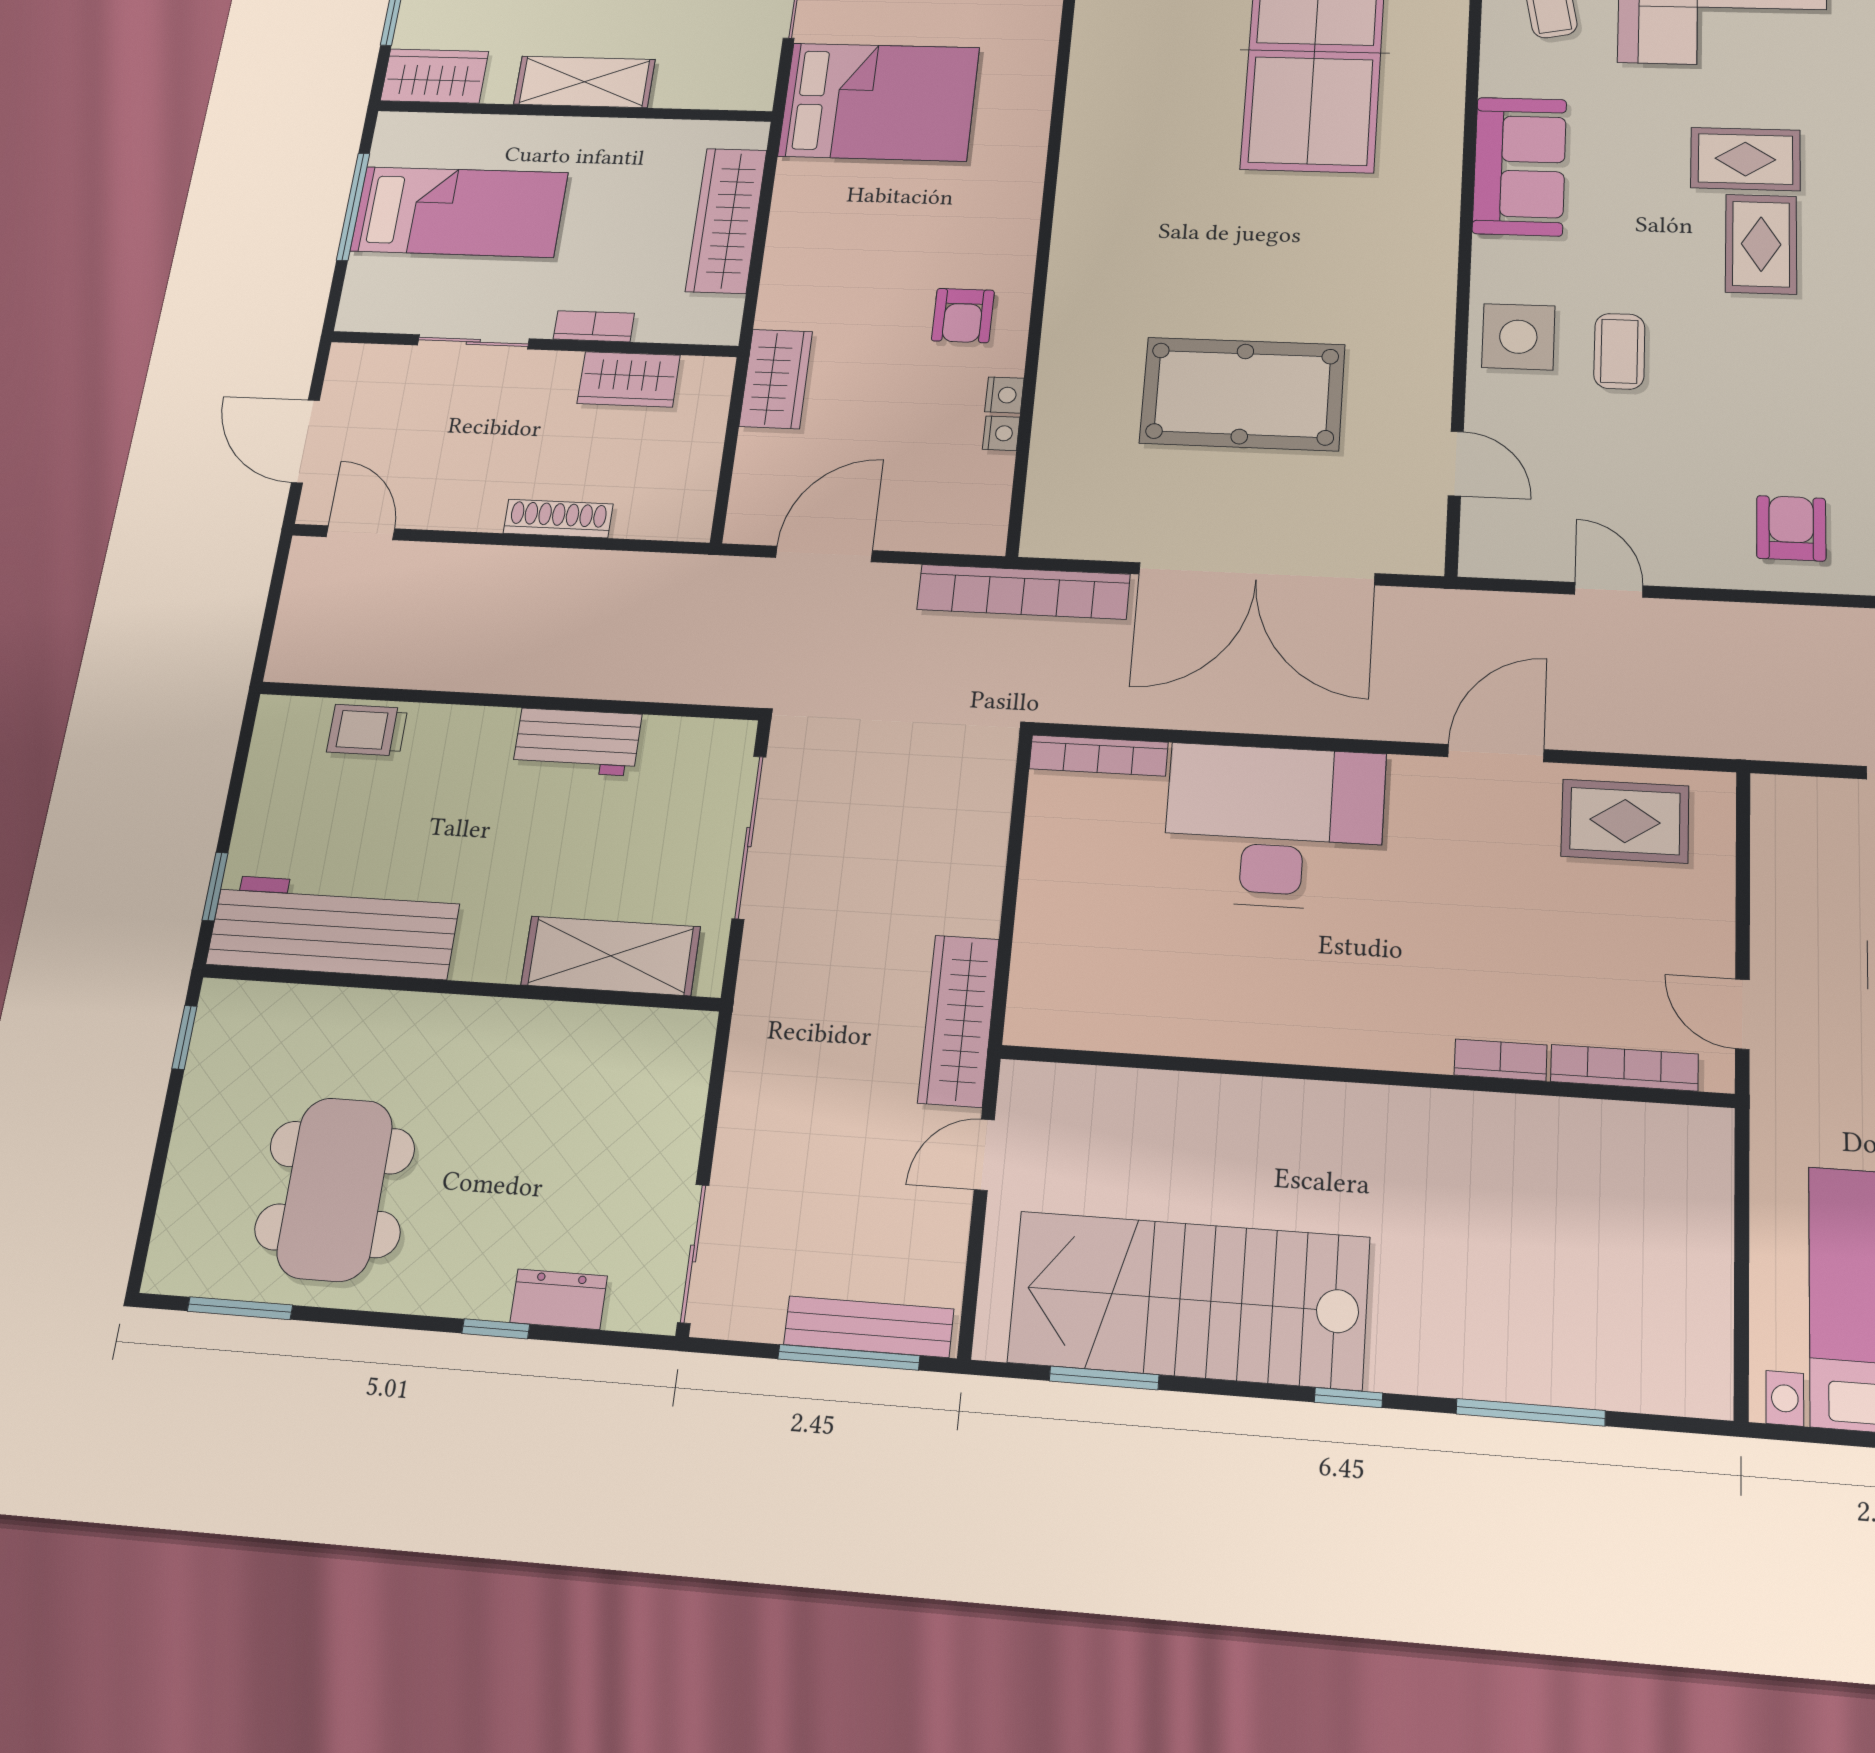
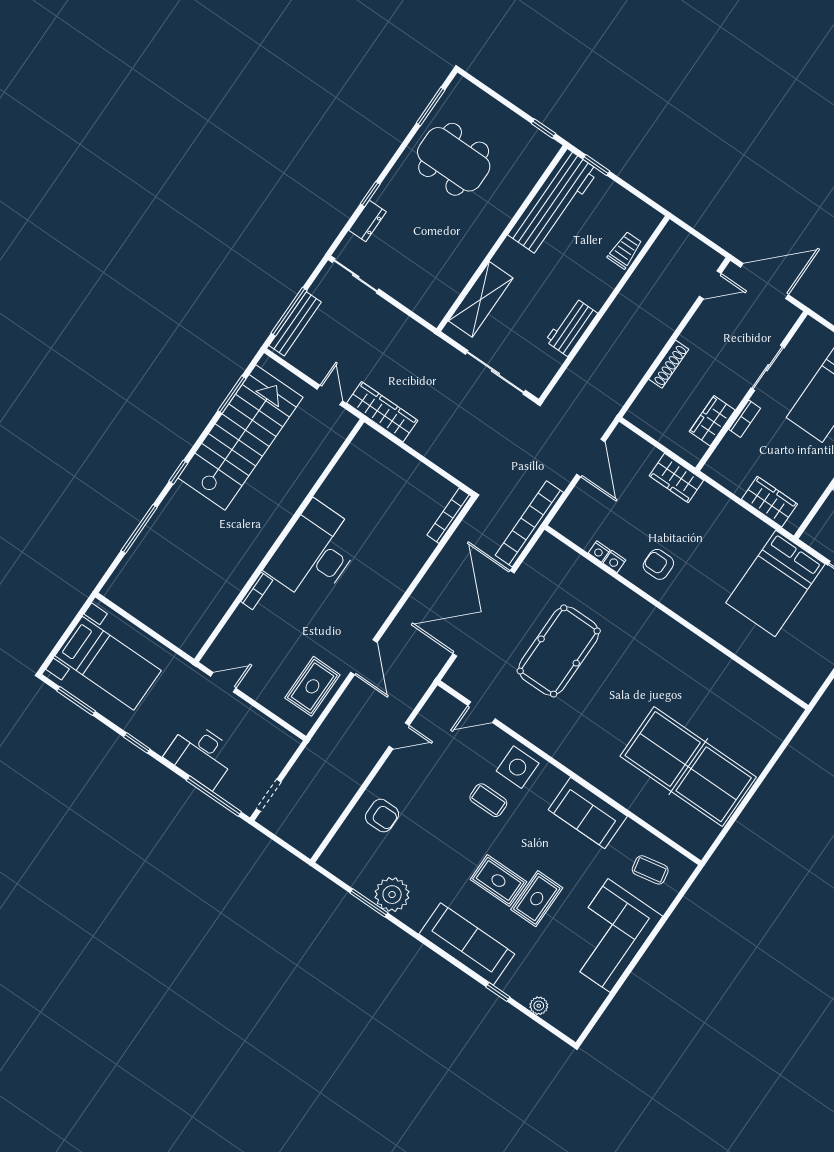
wardrobe: (726, 220) -> (769, 502), width x0.67
door: (305, 441) -> (764, 281), width x1.36
desk: (1274, 826) -> (315, 553), moved, turned 180
bookcase: (1624, 1068) -> (229, 631), removed

